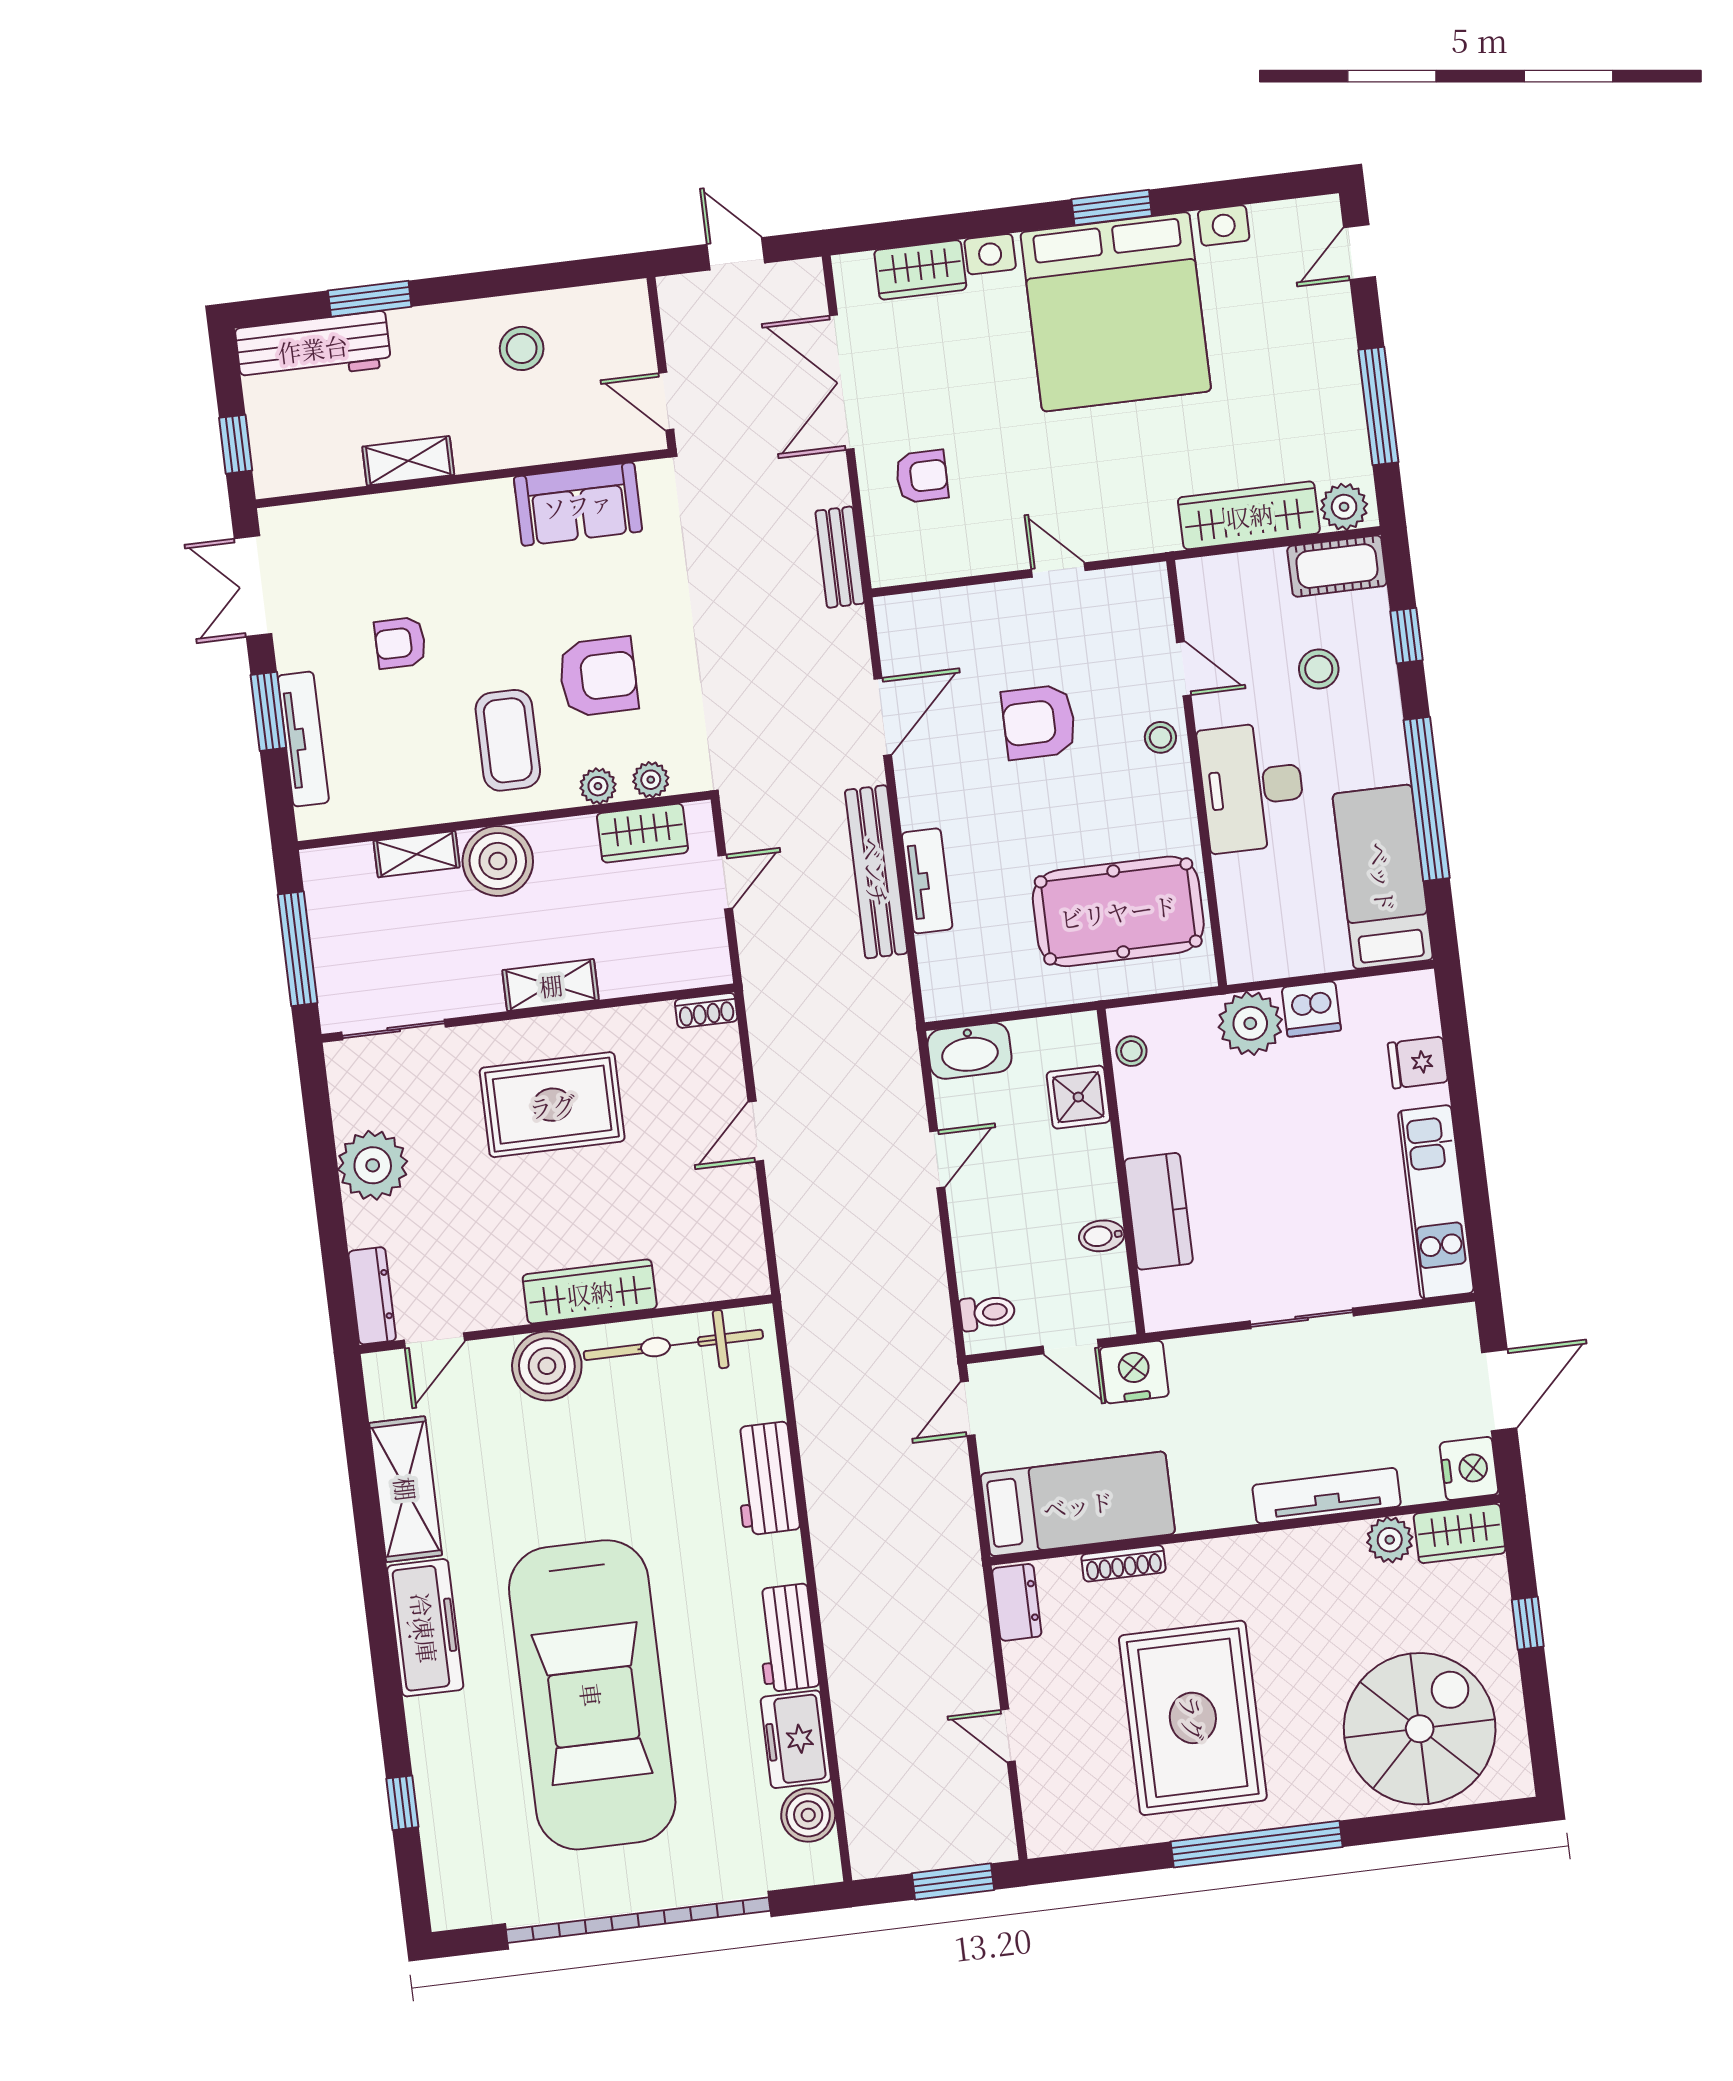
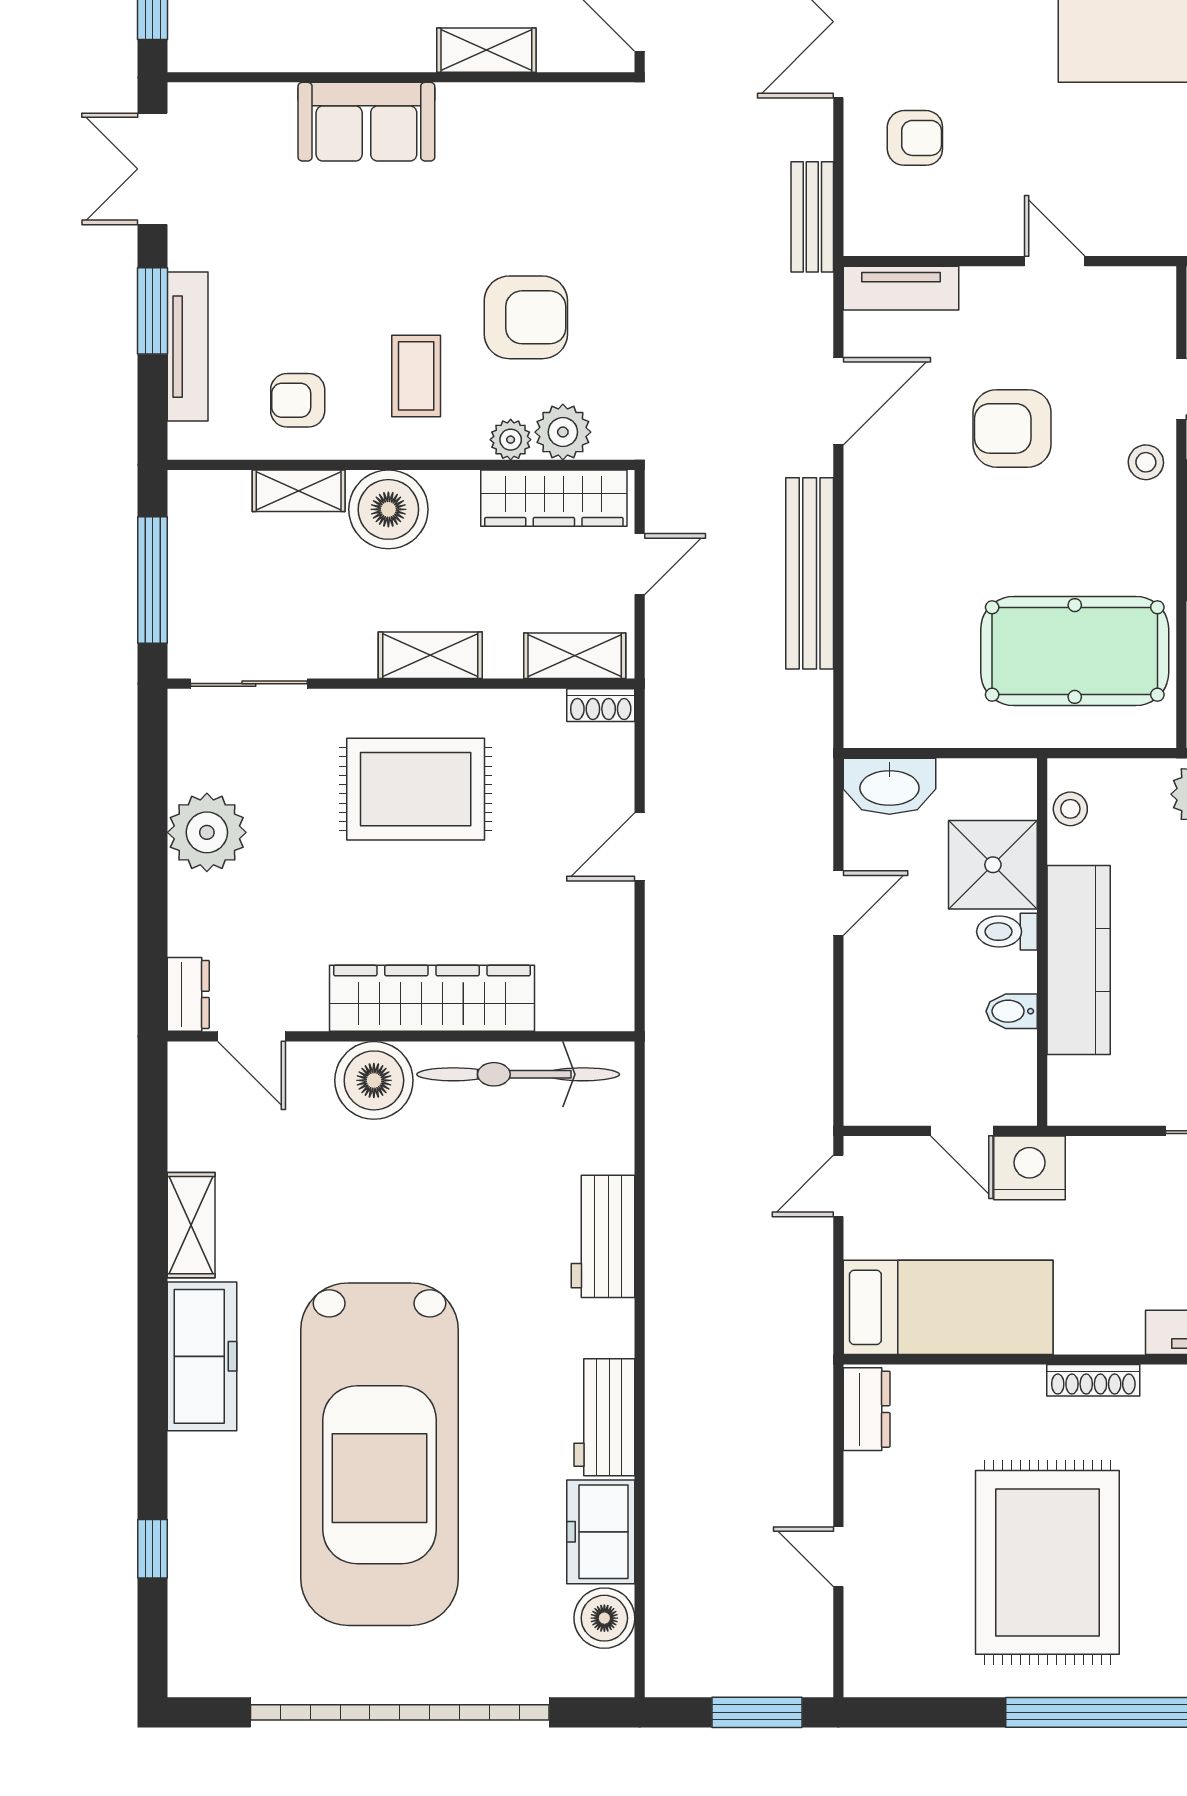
shelving: (408, 461) -> (486, 50), moved
sofa: (578, 504) -> (366, 122), moved
armchair: (400, 643) -> (298, 400), moved
coffee table: (508, 740) -> (416, 376), width x0.73, depth x0.77
plant: (651, 780) -> (563, 432), width x1.38, depth x1.38
wardrobe: (642, 833) -> (554, 498), width x1.50
tv unit: (927, 881) -> (901, 288), moved, turned 90
shelving: (678, 970) -> (575, 656), added
shower: (1078, 1097) -> (993, 865), width x1.36, depth x1.36
kitchen counter: (1159, 1211) -> (1079, 960), width x1.50
wardrobe: (590, 1292) -> (432, 998), width x1.40, depth x1.17
dresser: (372, 1296) -> (188, 994), width x0.70
toilet: (987, 1313) -> (1007, 932), moved, turned 180
door: (434, 1340) -> (252, 1036), hinge flipped
shelving: (406, 1489) -> (191, 1225), width x0.67, depth x0.75
shoe rack: (1124, 1563) -> (1093, 1380), moved

